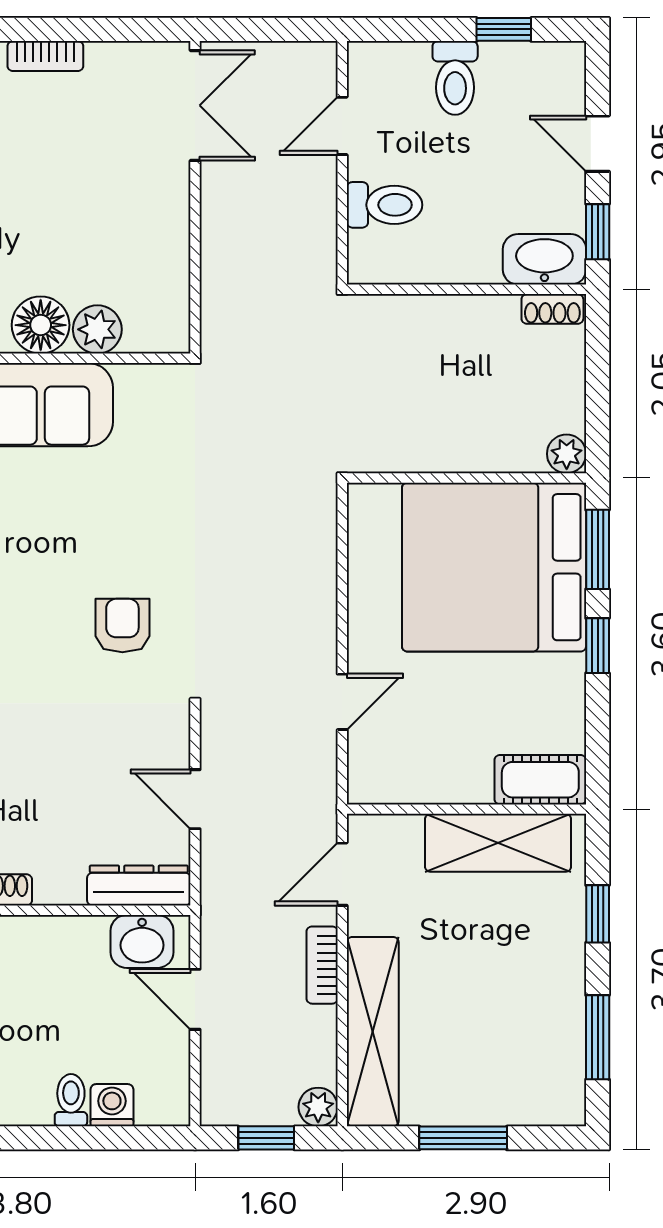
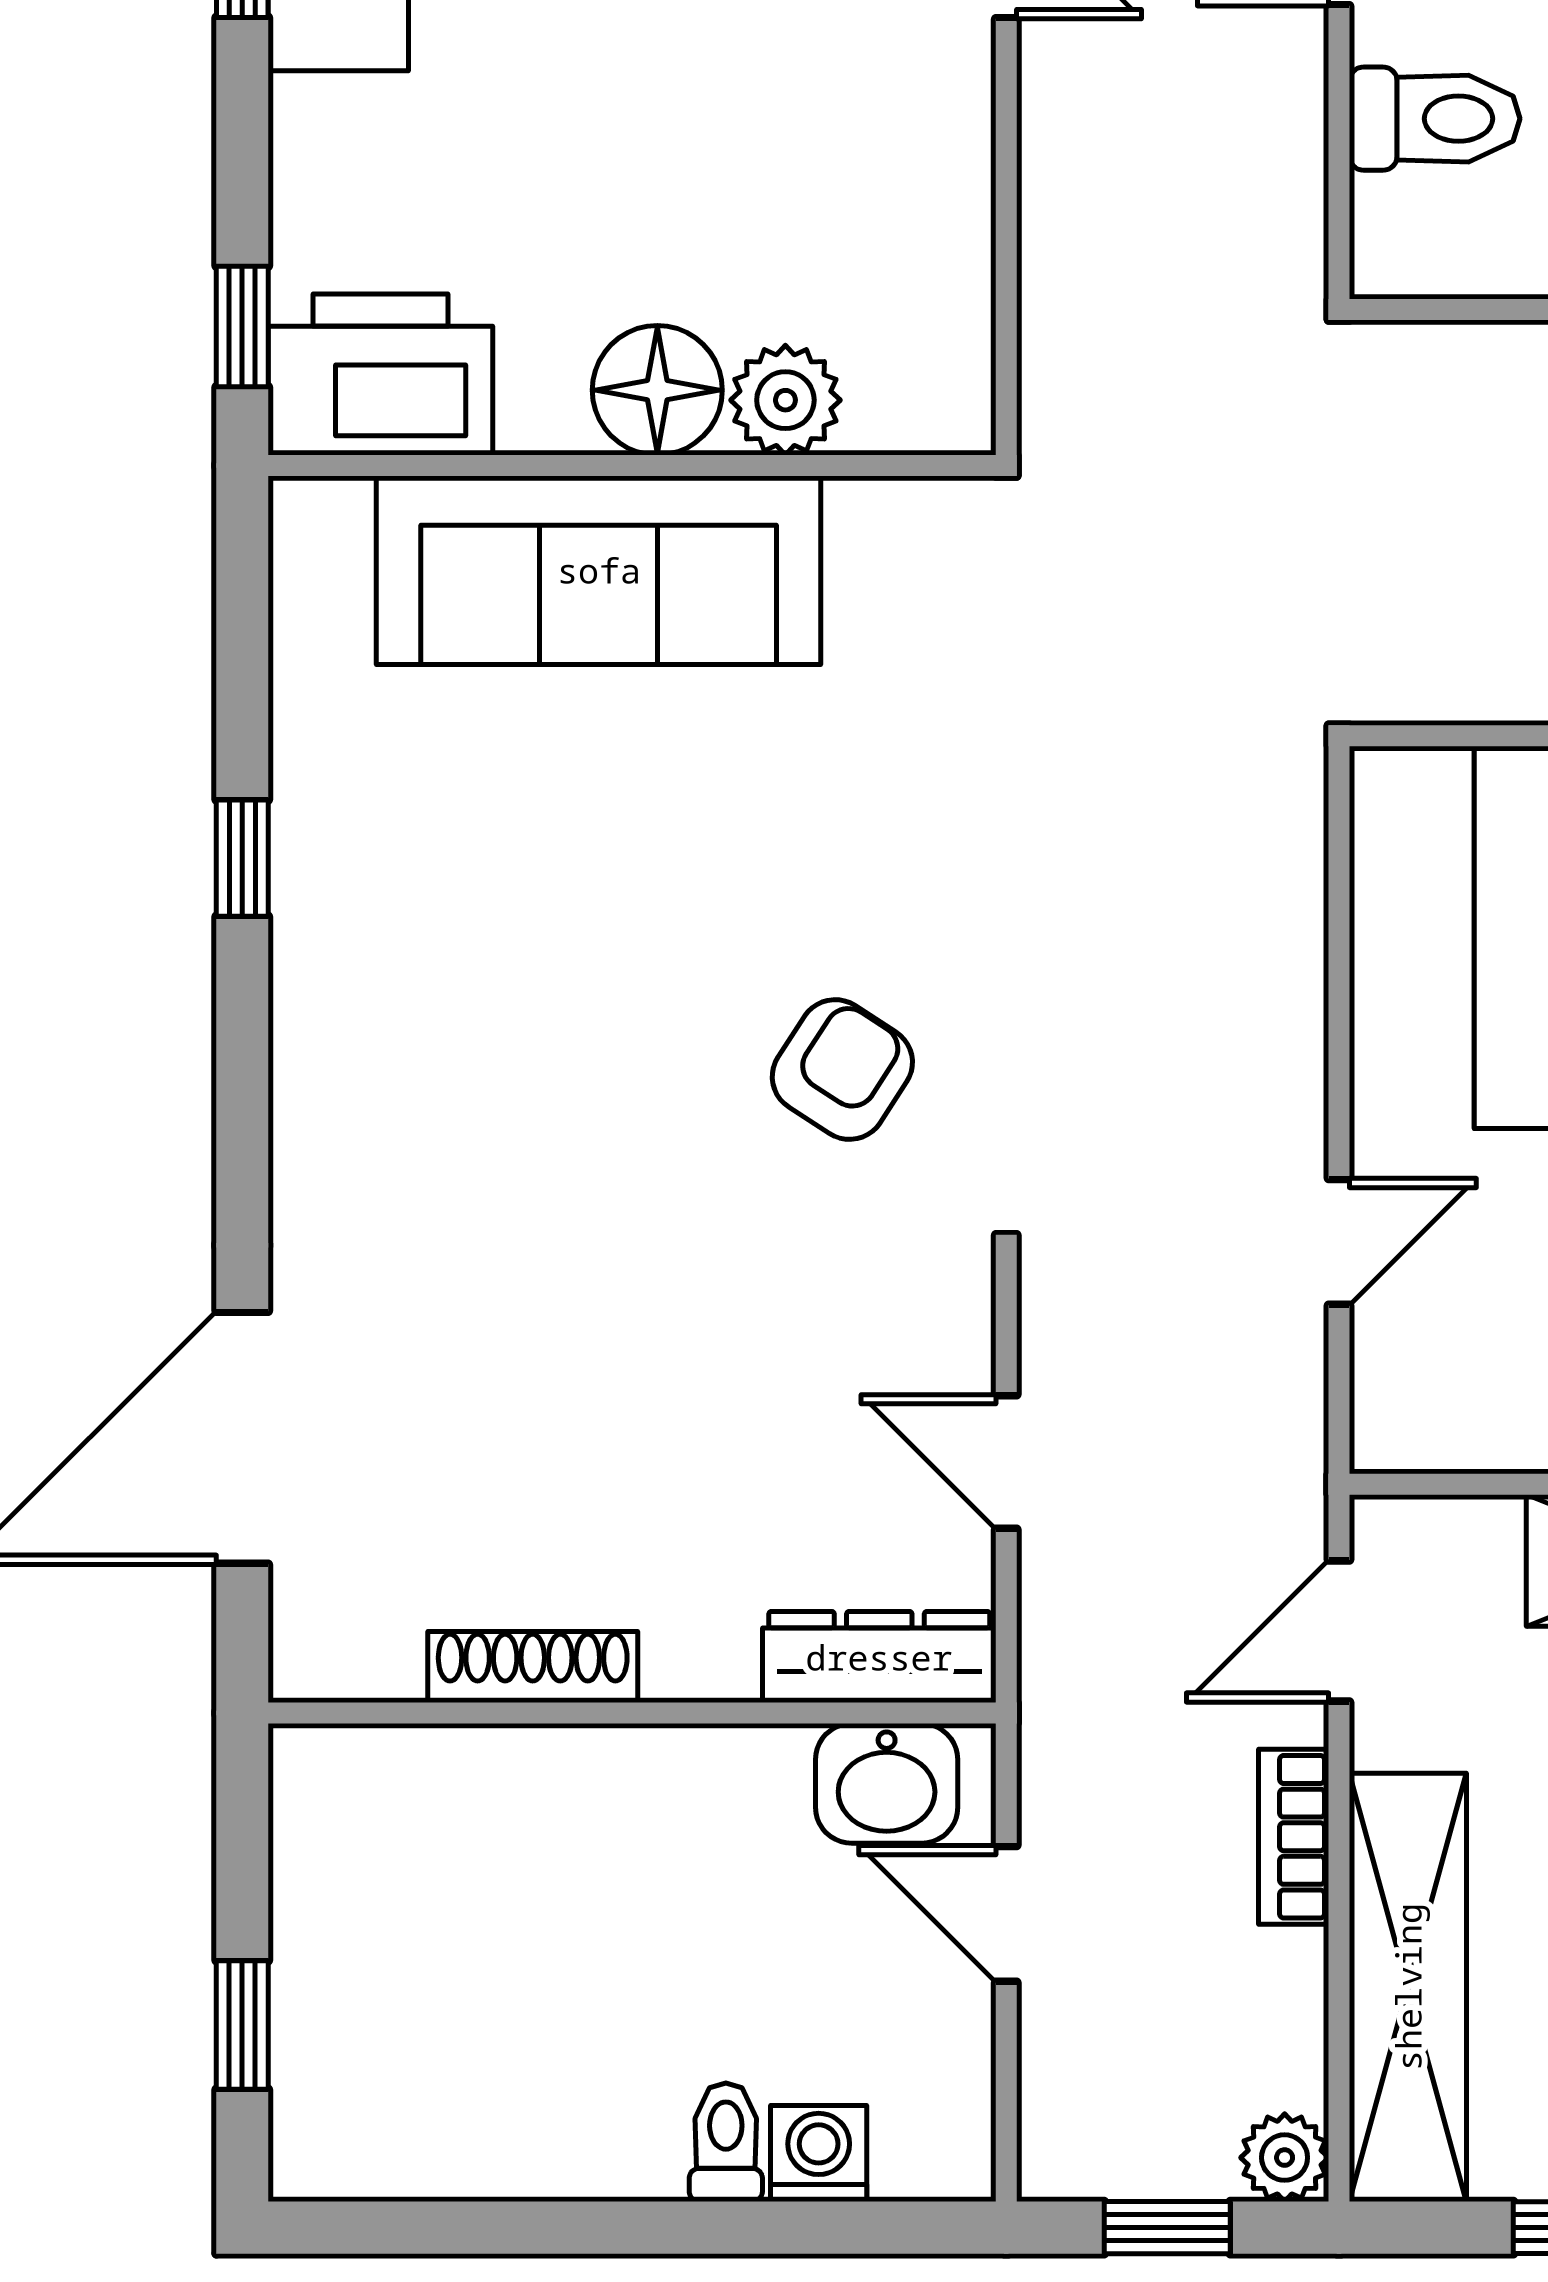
armchair: (122, 626) -> (842, 1070), turned 33

